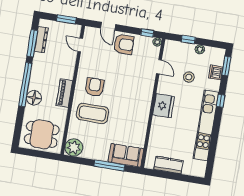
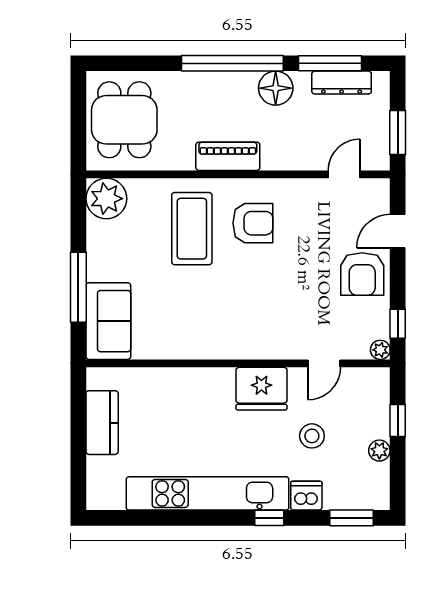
dishwasher: (216, 72) -> (306, 496), moved
floor lamp: (34, 98) -> (276, 88), moved
fridge: (164, 106) -> (261, 389), moved

